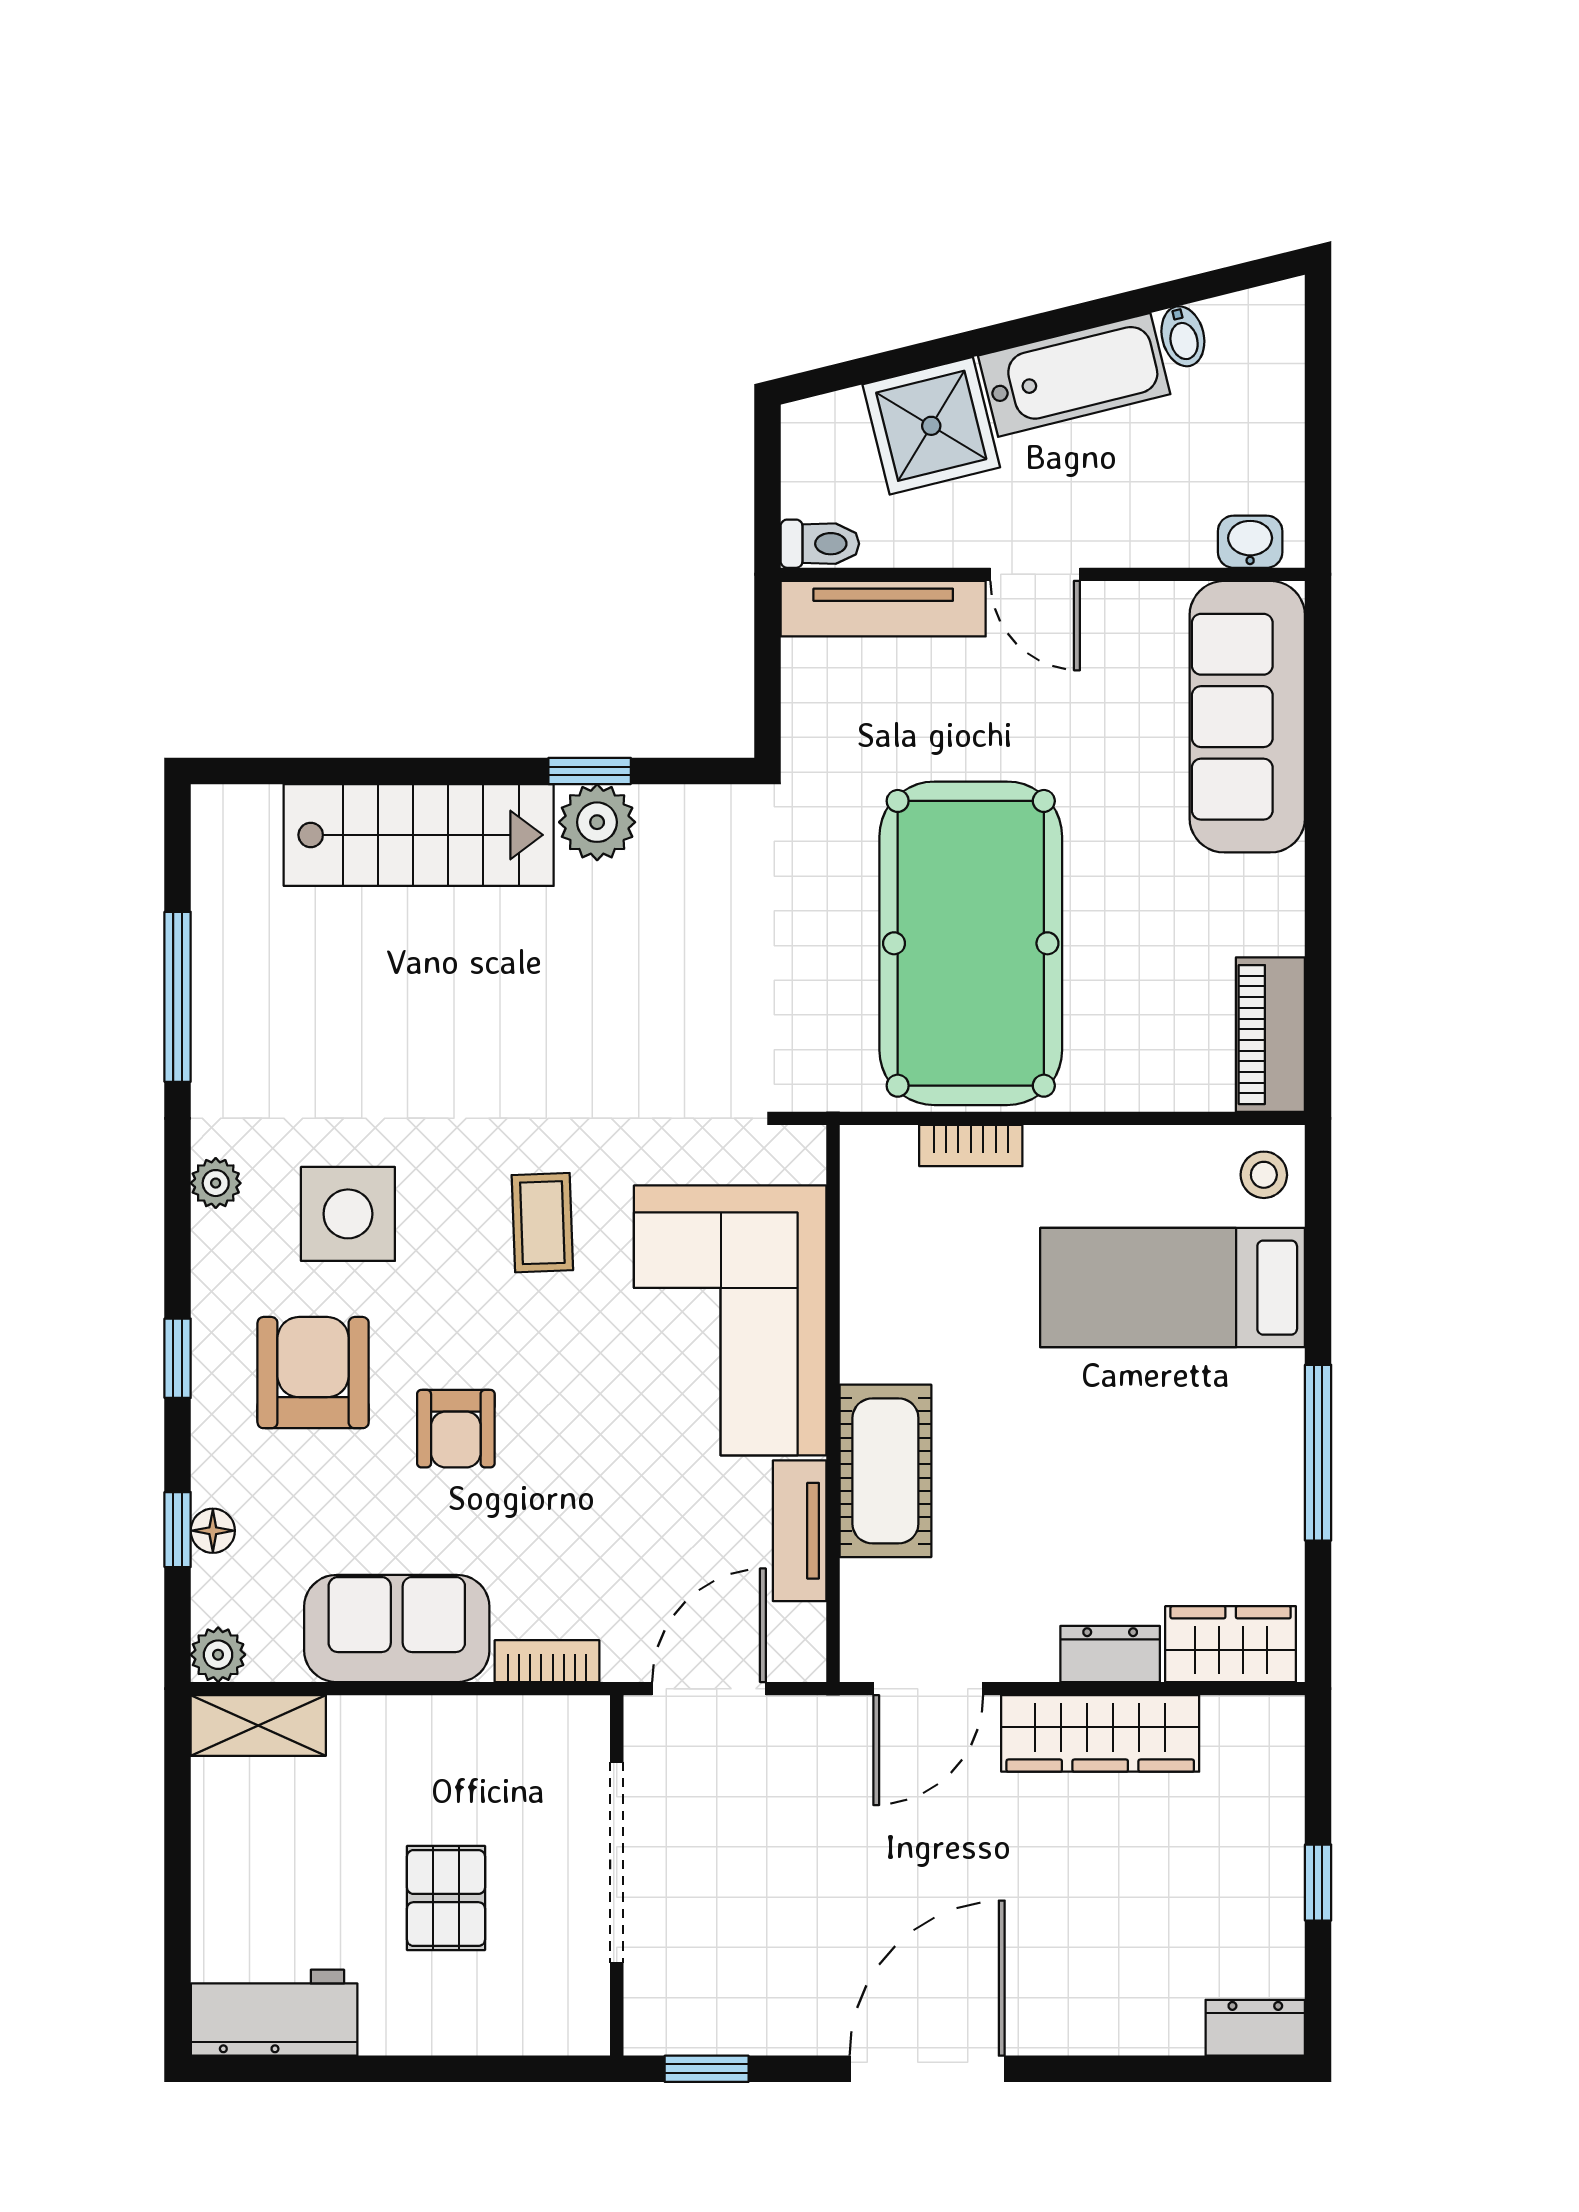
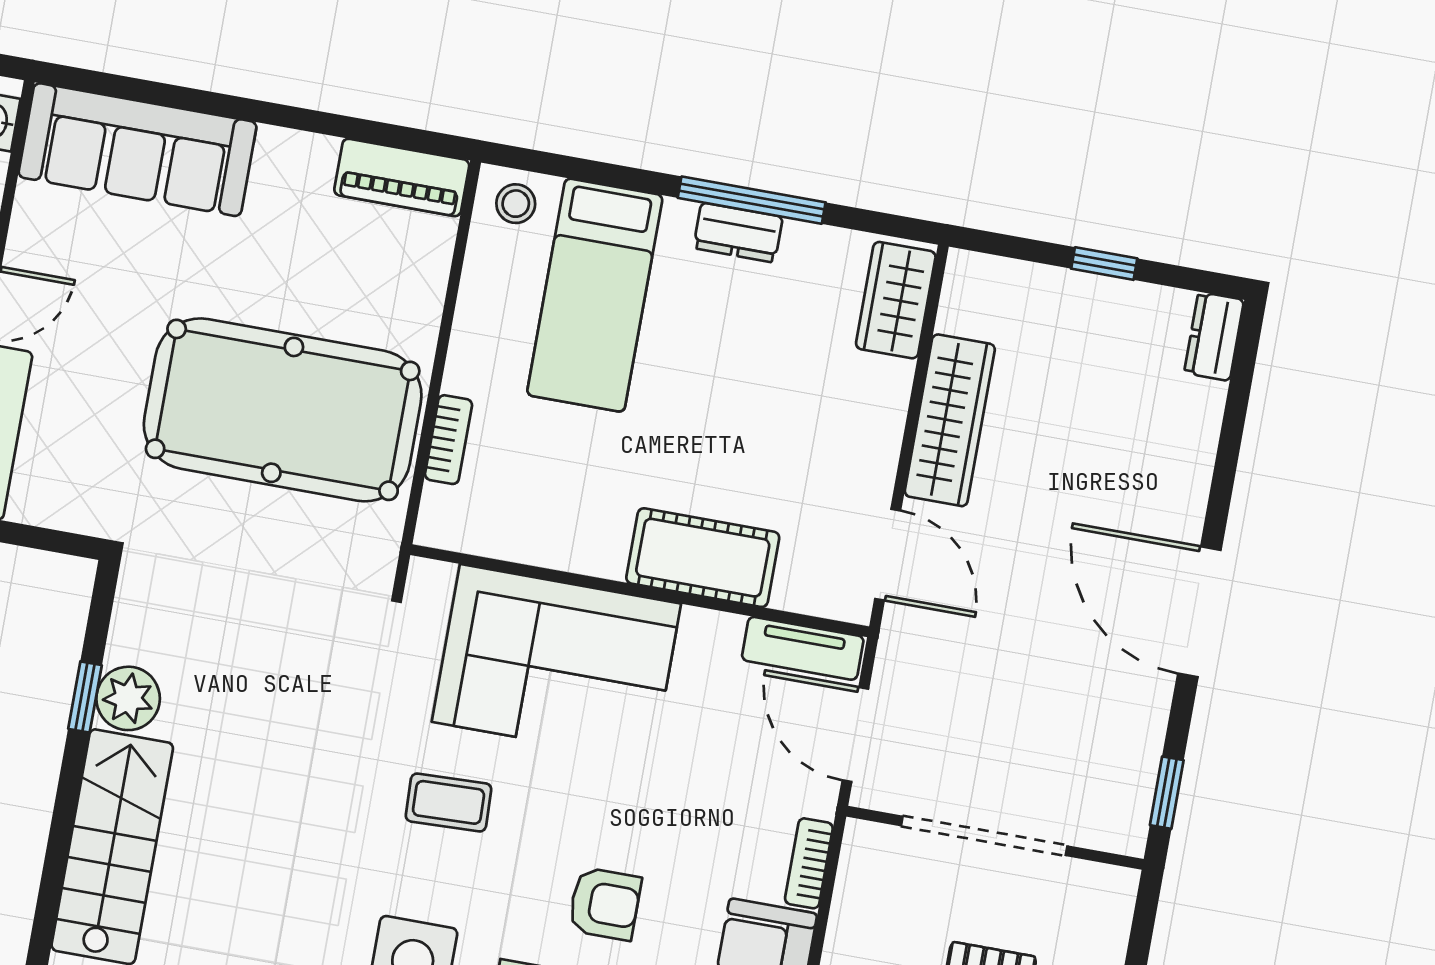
tv unit: (800, 1531) -> (803, 648), moved
dresser: (1110, 1654) -> (738, 233), moved, turned -90

